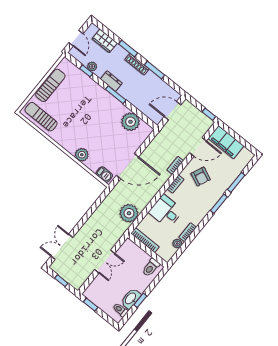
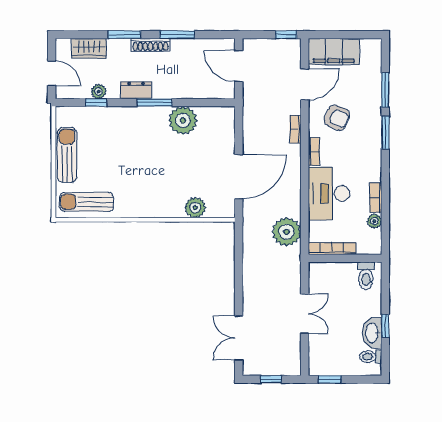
door: (172, 111) -> (239, 66), hinge flipped
plant: (131, 122) -> (183, 120), moved
plant: (82, 155) -> (195, 208), moved
barbecue: (104, 175) -> (219, 209), removed
desk: (166, 211) -> (329, 193), width x1.37

